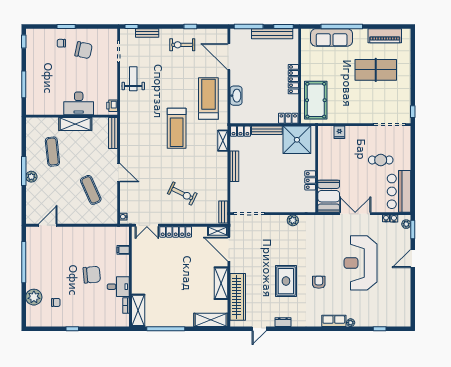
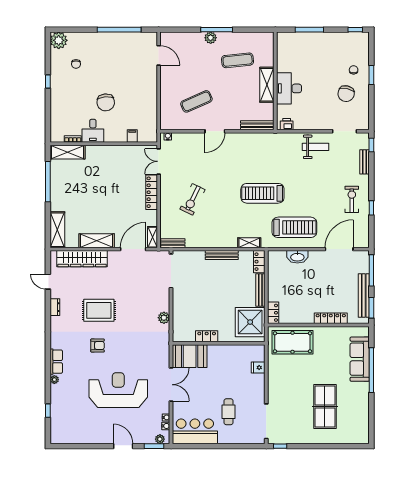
piano: (385, 36) -> (361, 416), removed
locker: (293, 79) -> (331, 318), moved
plant: (34, 297) -> (59, 40), moved

